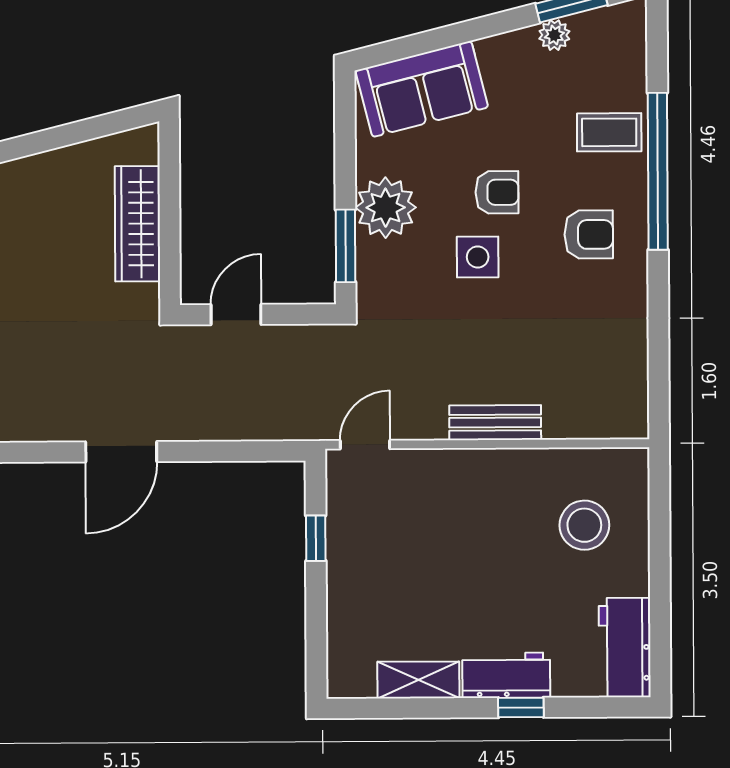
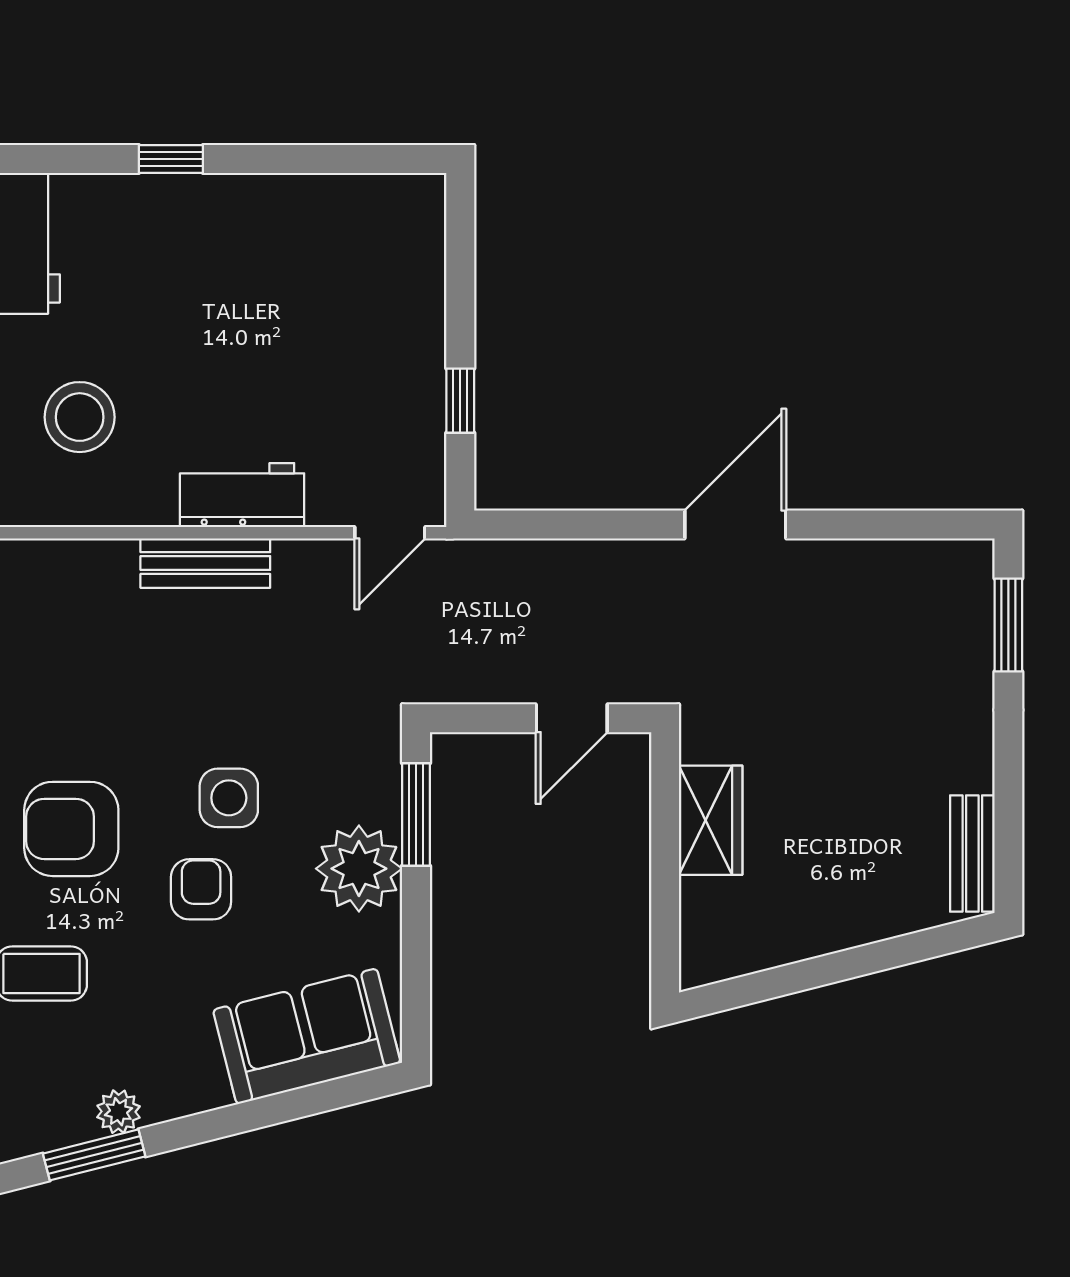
armchair: (497, 192) -> (201, 889), turned 90
wardrobe: (137, 224) -> (711, 820), width x0.67
armchair: (589, 234) -> (71, 829), width x1.38, depth x1.38
workbench: (506, 675) -> (242, 495), moved, turned 180
shelving: (418, 680) -> (316, 199), removed

